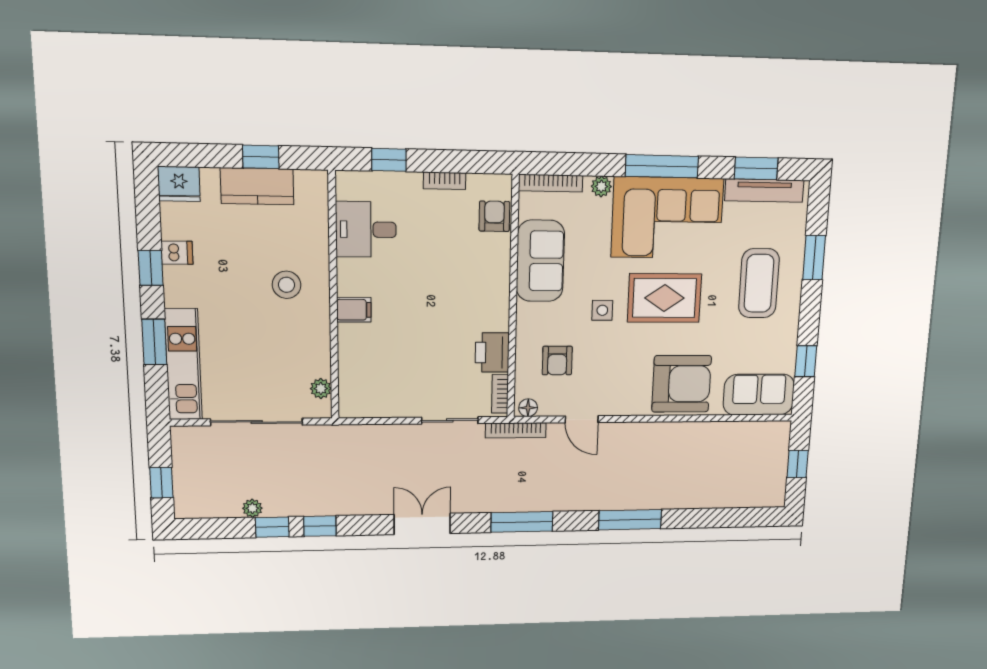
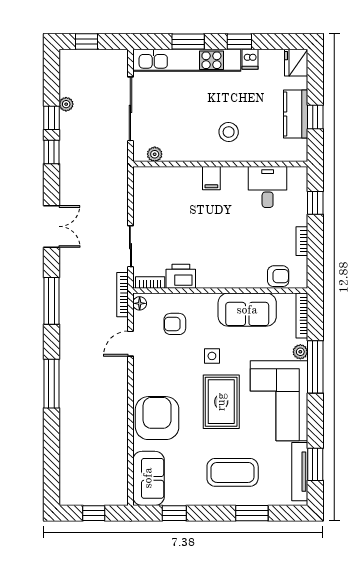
window: (662, 166) -> (315, 367), moved
kitchen unit: (183, 364) -> (187, 60), width x1.36
armchair: (682, 384) -> (157, 418), turned 180

